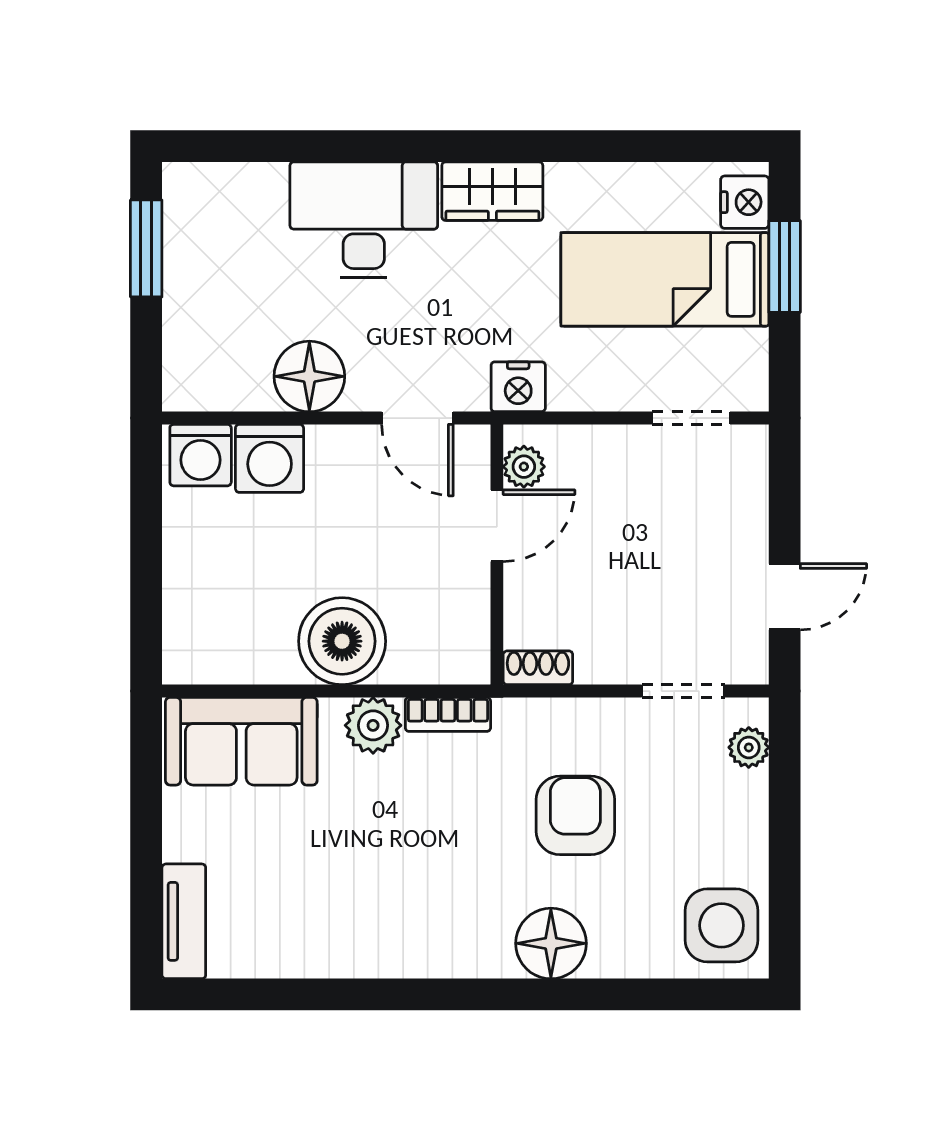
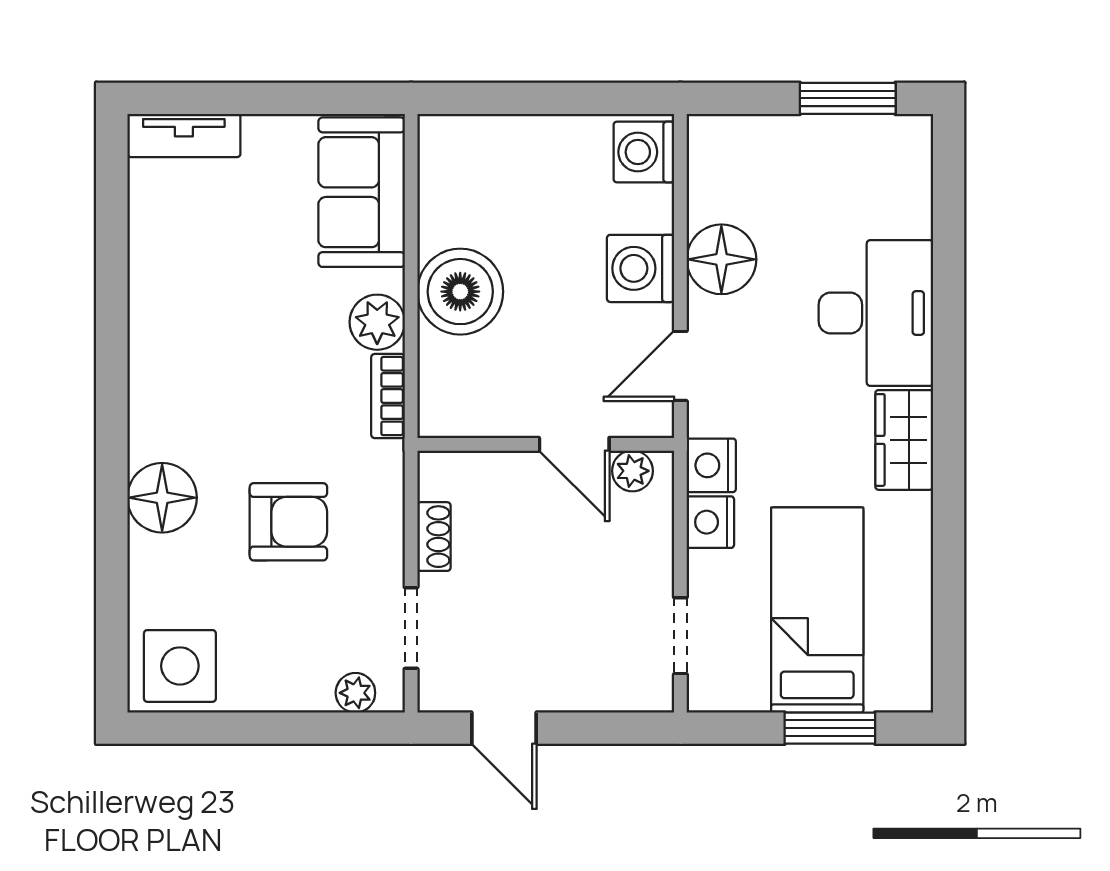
nightstand: (745, 202) -> (710, 522), moved, turned 90
washing machine: (270, 458) -> (641, 268), moved
shoe rack: (538, 668) -> (434, 537), moved

